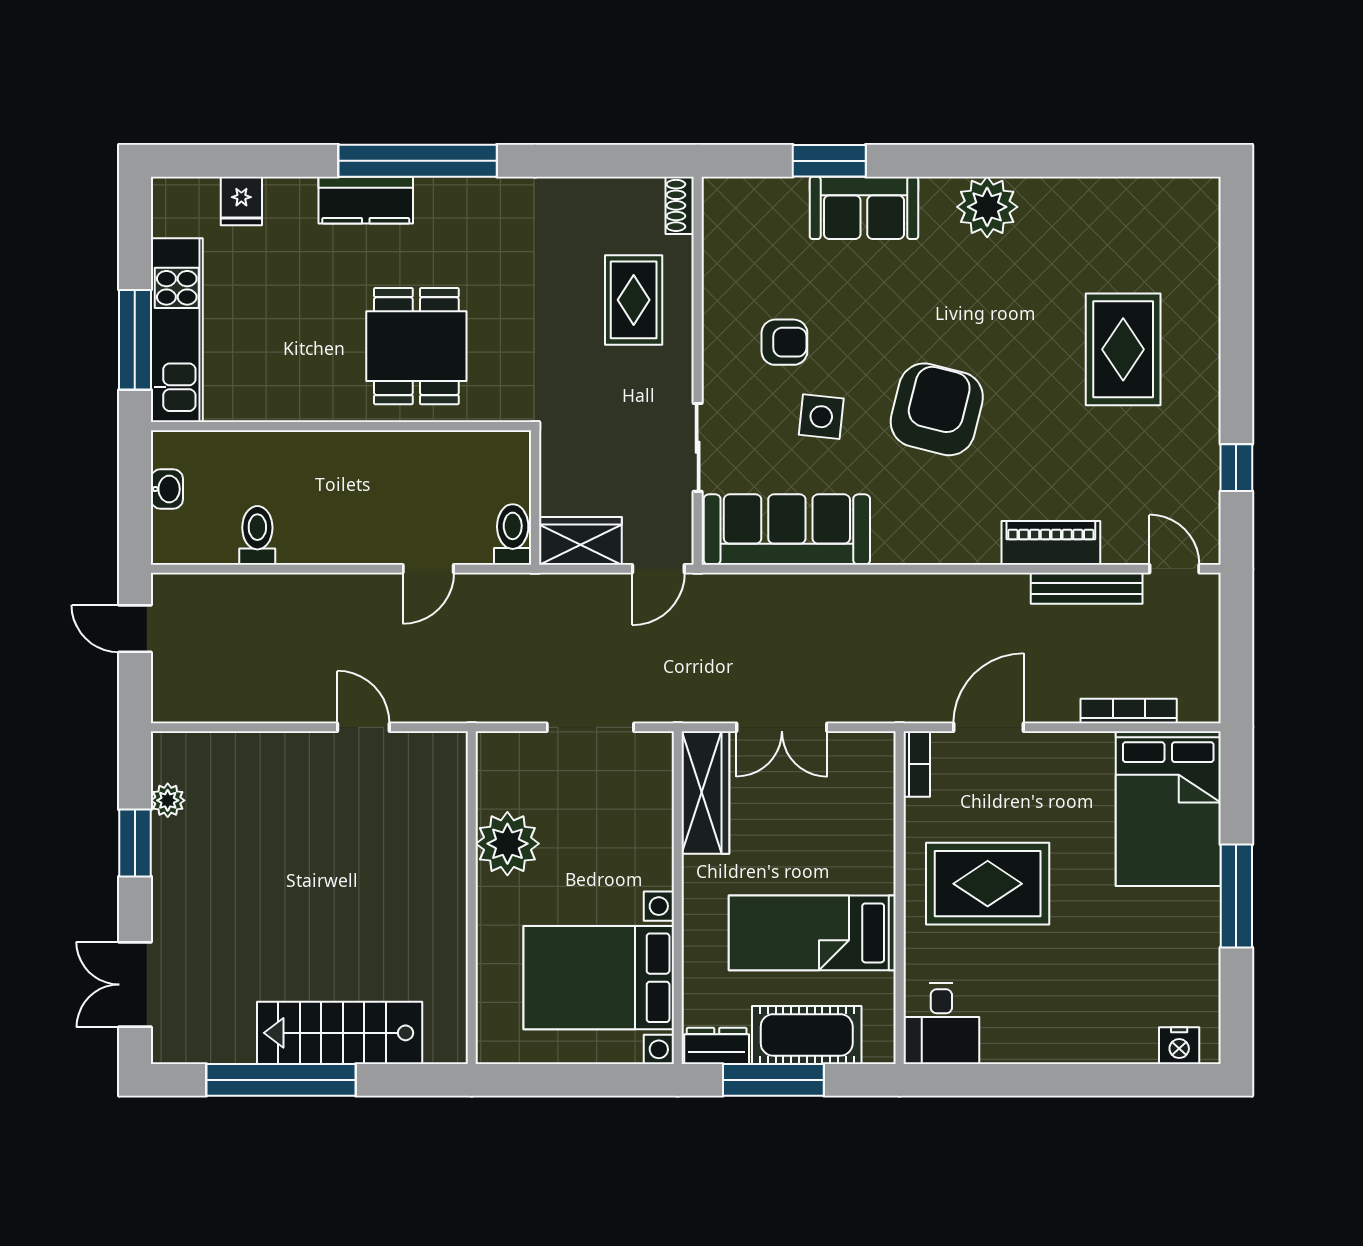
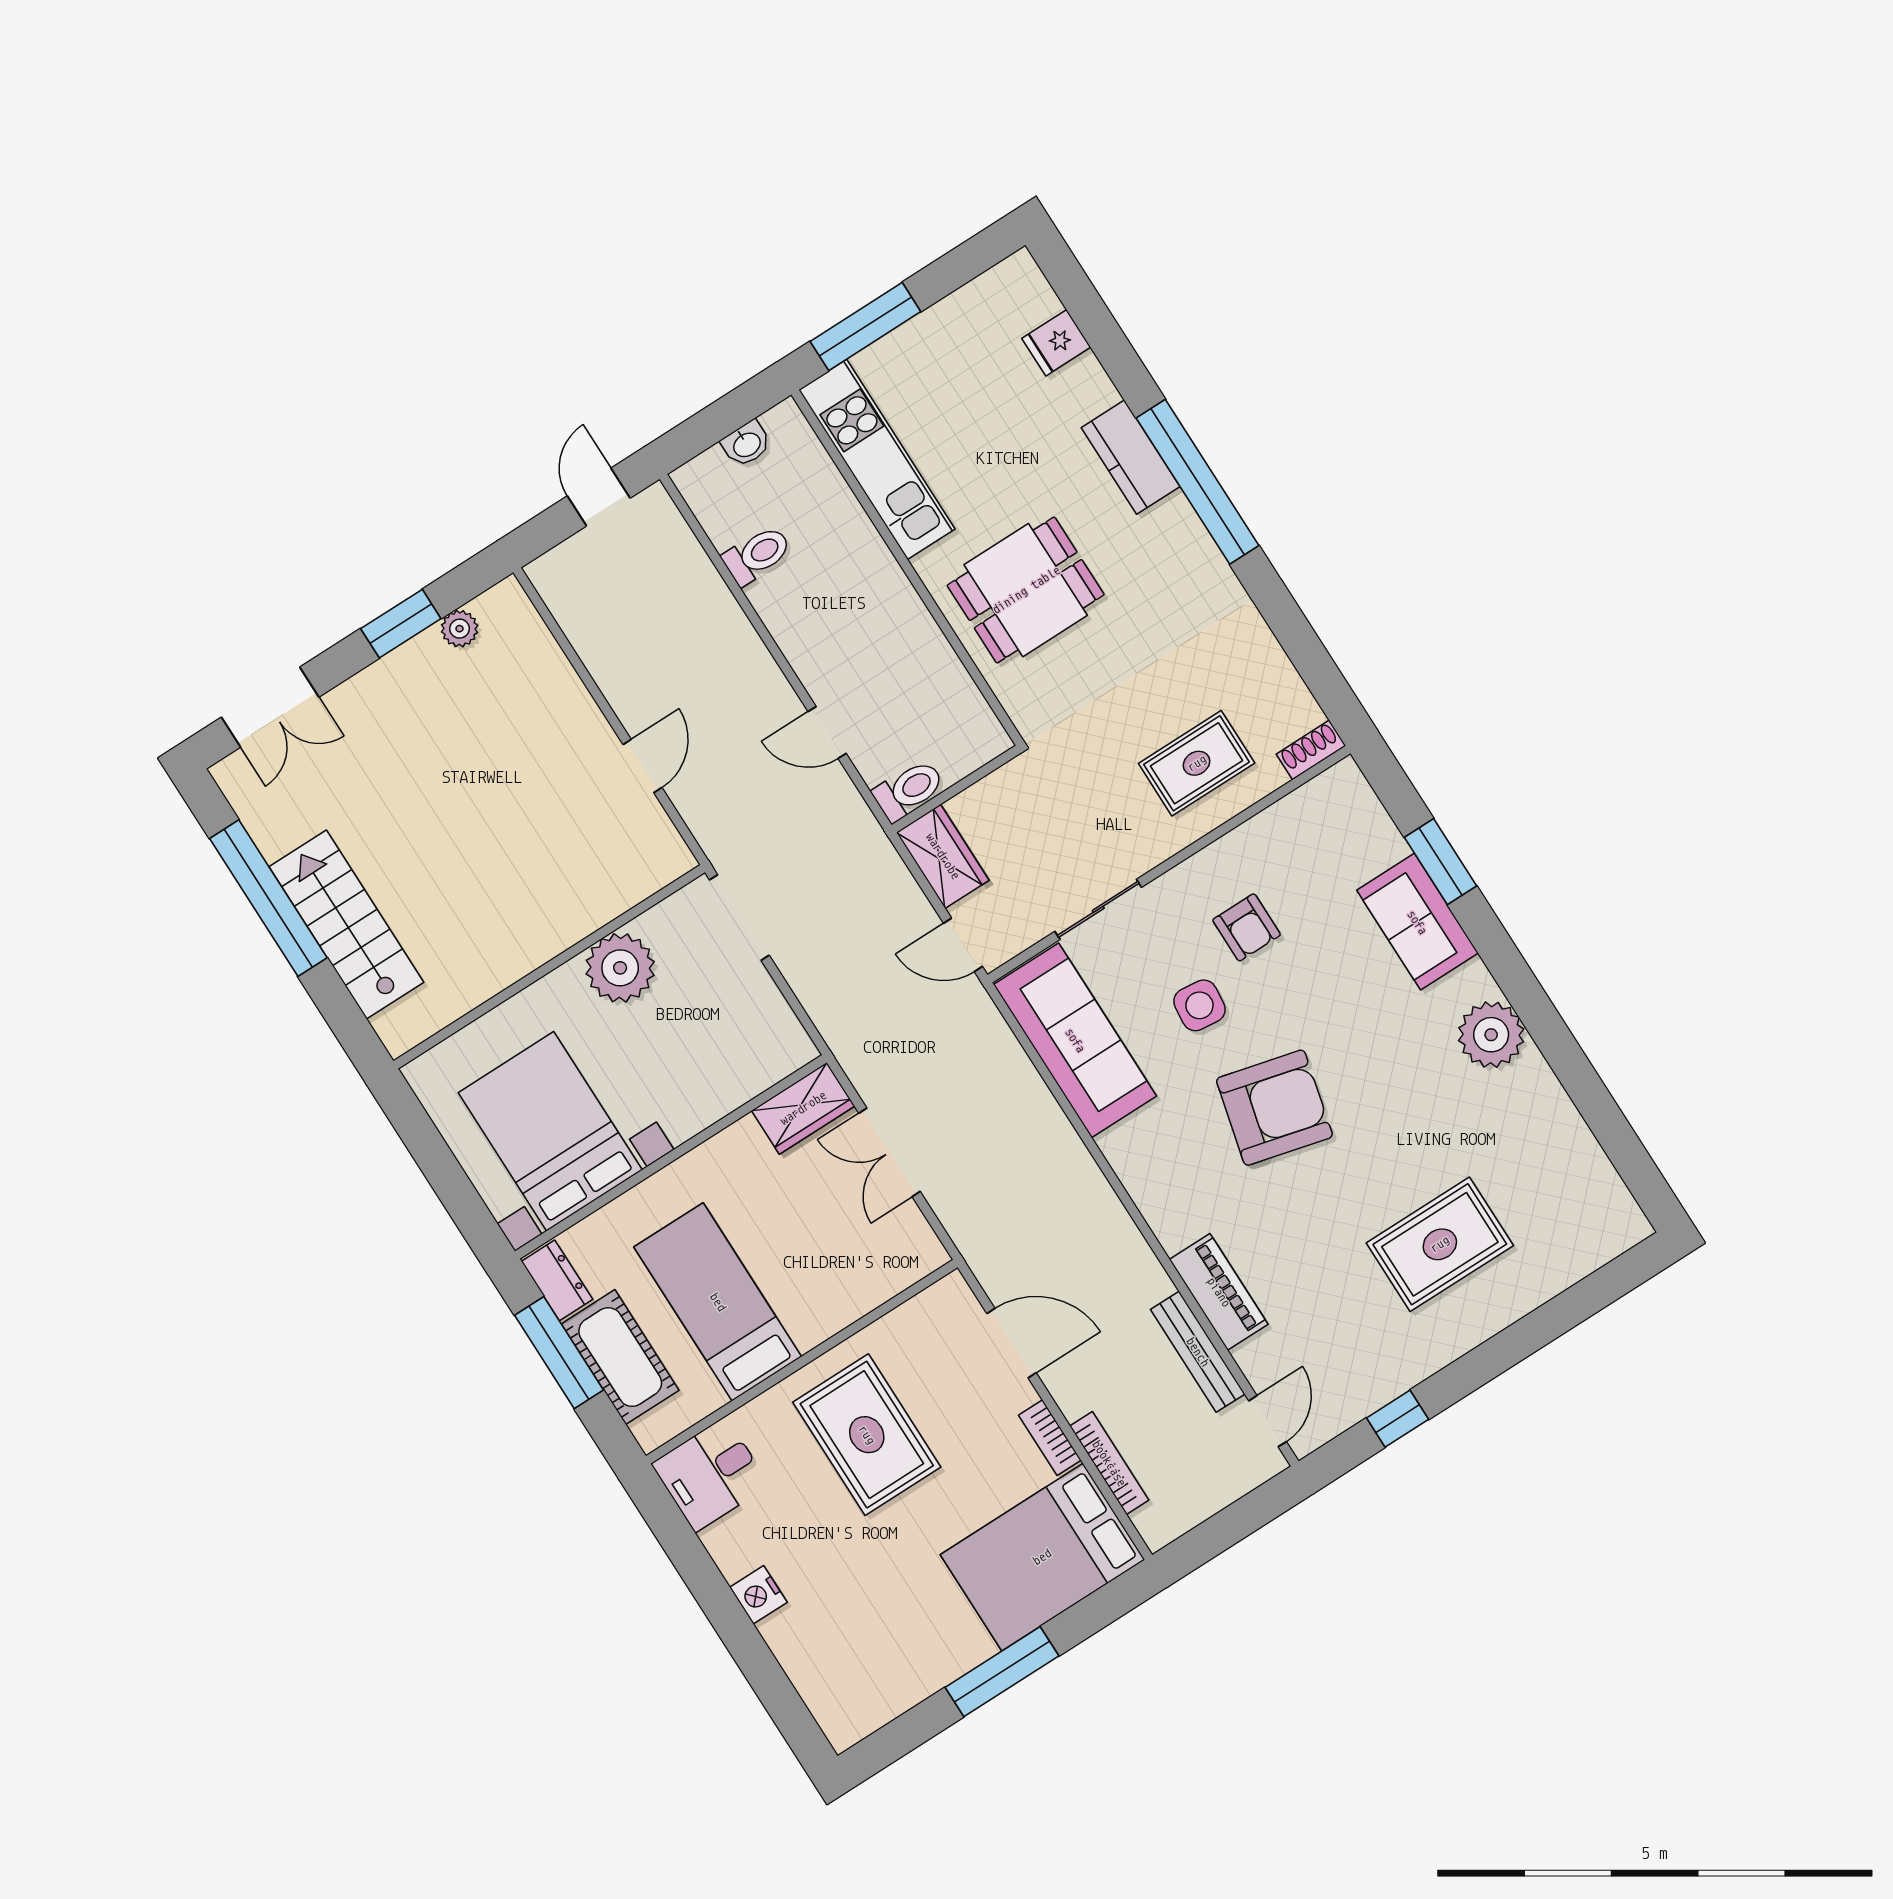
kitchen unit: (177, 330) -> (877, 459), moved, turned -90
doorway: (590, 727) -> (739, 918), moved
bookcase: (917, 764) -> (1050, 1438), moved, turned 90
wardrobe: (705, 793) -> (803, 1108), width x0.67
double door: (135, 985) -> (270, 707), swing flipped
nightstand: (1179, 1046) -> (758, 1595), moved

